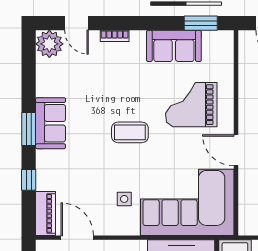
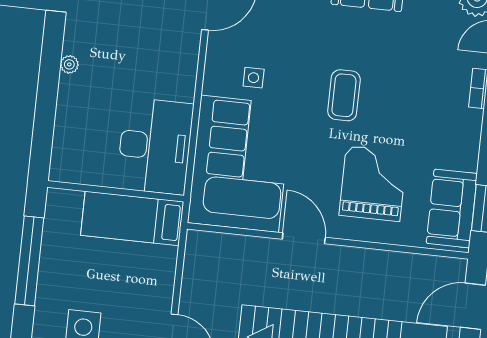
sofa: (174, 46) -> (452, 208), moved
door: (236, 150) -> (304, 238), hinge flipped

